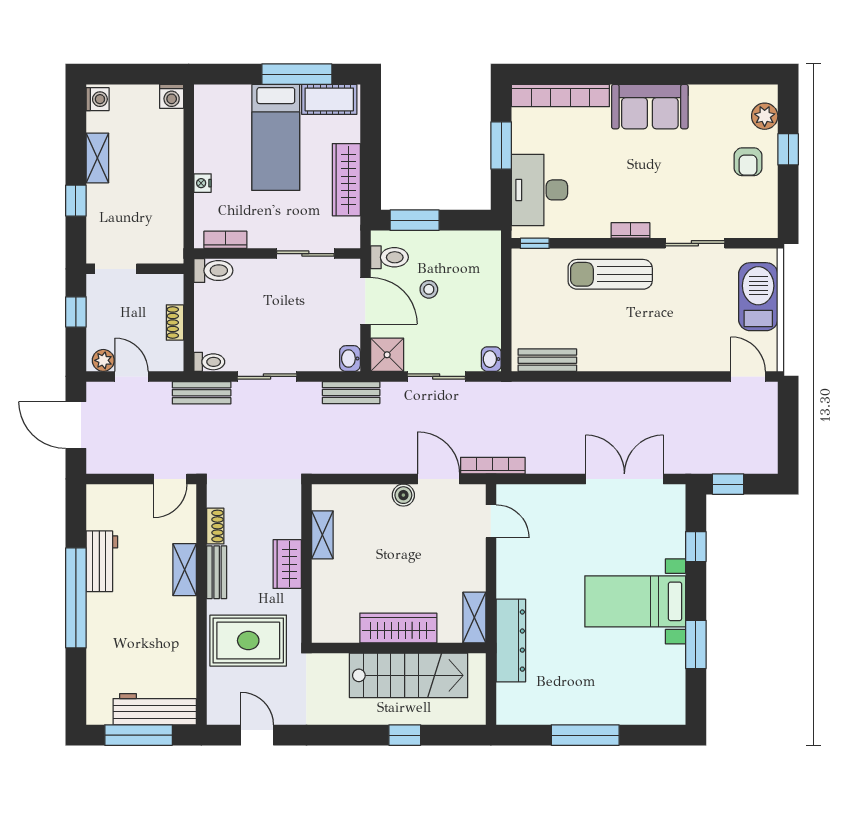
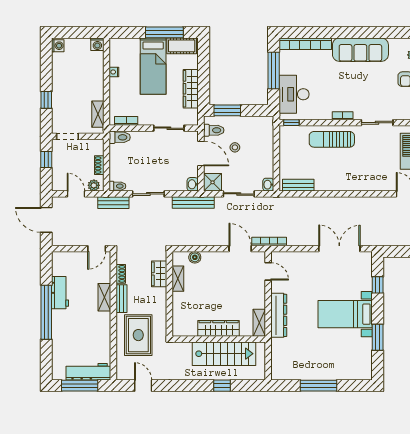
sofa: (650, 107) -> (360, 50), width x1.36
window: (501, 145) -> (274, 70), width x1.44
shelving: (97, 158) -> (98, 114), moved
nightstand: (202, 183) -> (114, 72), moved
plant: (103, 360) -> (94, 185), moved
bench: (351, 393) -> (193, 203), width x1.36
window: (728, 484) -> (395, 251), removed
boiler: (403, 495) -> (195, 257), moved
wardrobe: (287, 564) -> (159, 274), moved
rug: (248, 641) -> (138, 335), turned 90
dresser: (511, 641) -> (279, 315), moved

